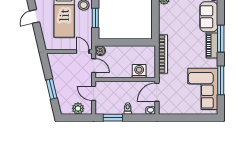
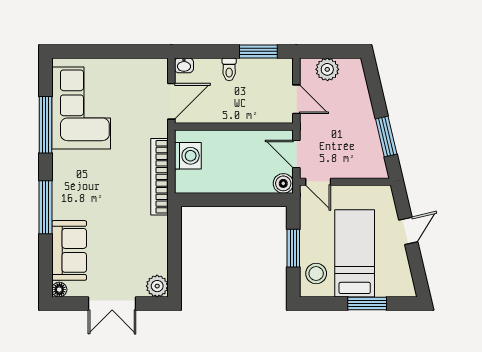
door: (35, 16) -> (408, 231), moved
piano: (212, 45) -> (63, 194), removed
washing machine: (139, 71) -> (188, 156), moved, turned -90
window: (51, 89) -> (386, 137), moved

